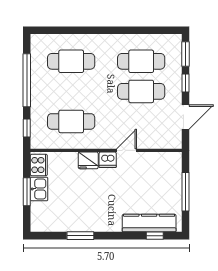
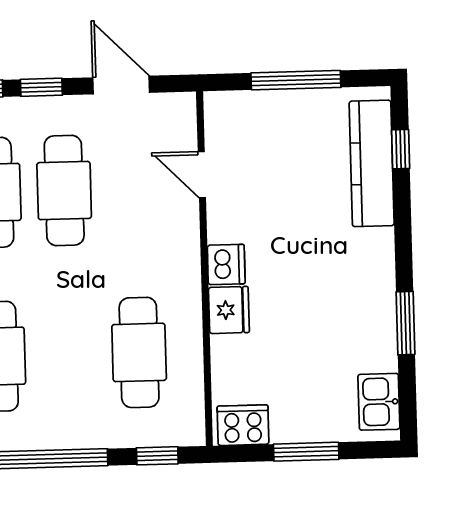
door: (127, 150) -> (202, 175), moved
kitchen sink: (39, 189) -> (379, 402), moved, turned -90

